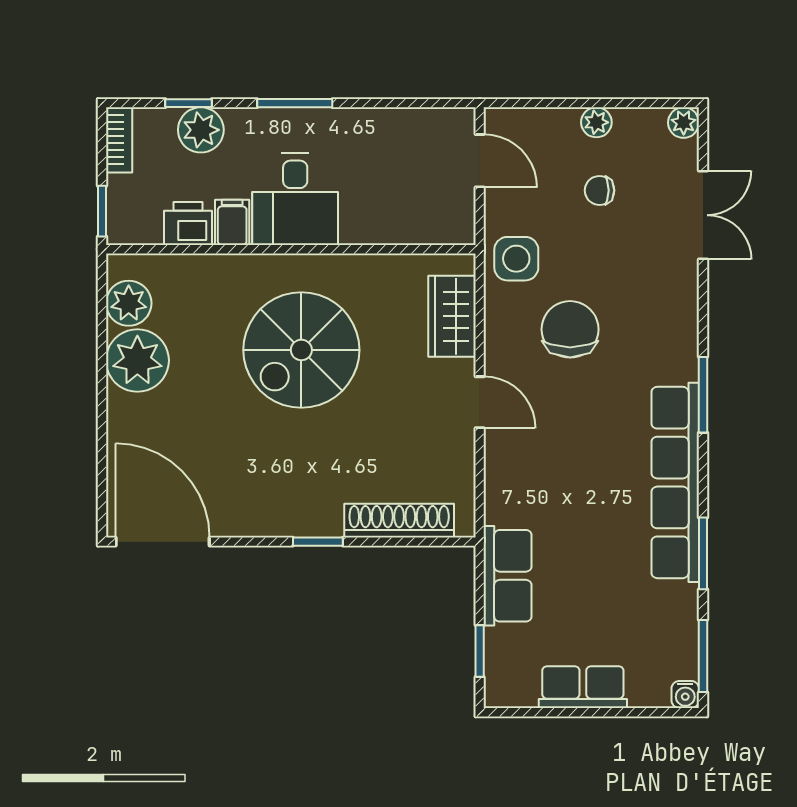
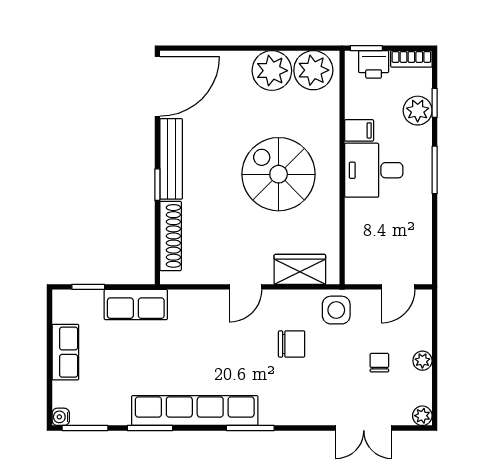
printer: (188, 224) -> (374, 64), moved, turned 90
plant: (129, 303) -> (313, 70), width x1.36, depth x1.36
chair: (570, 329) -> (292, 344), width x0.73, depth x0.73
bench: (277, 520) -> (171, 159), added

